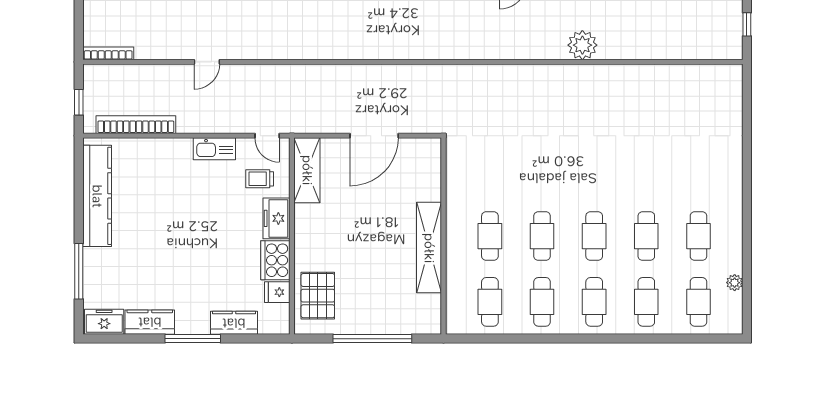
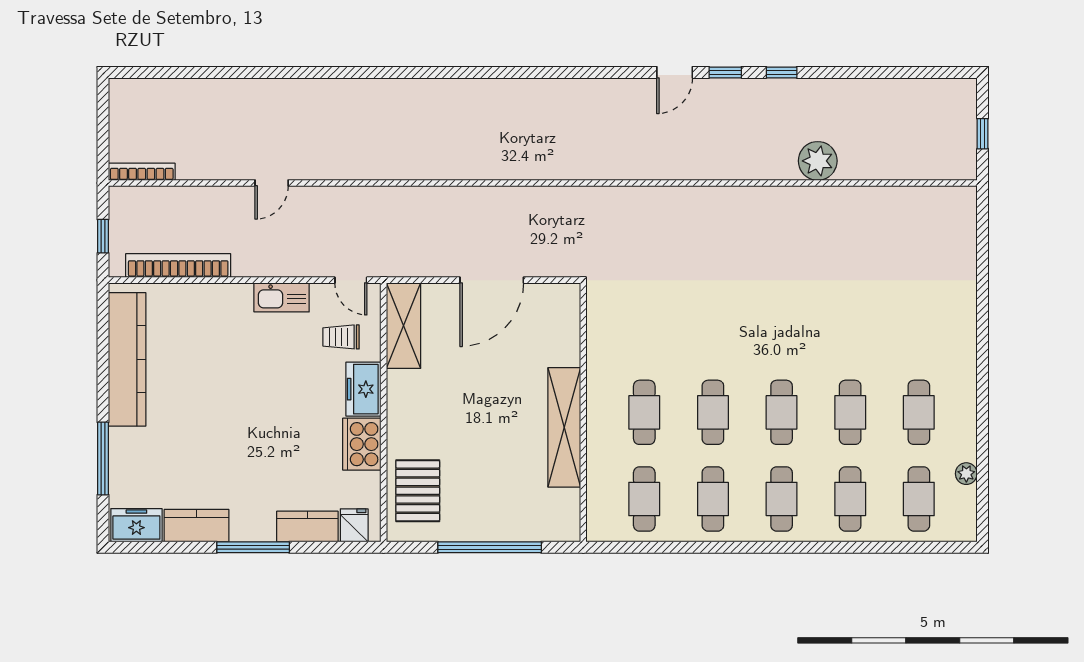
plant: (582, 45) -> (818, 161), moved
fridge: (277, 292) -> (354, 525), moved, turned 90

